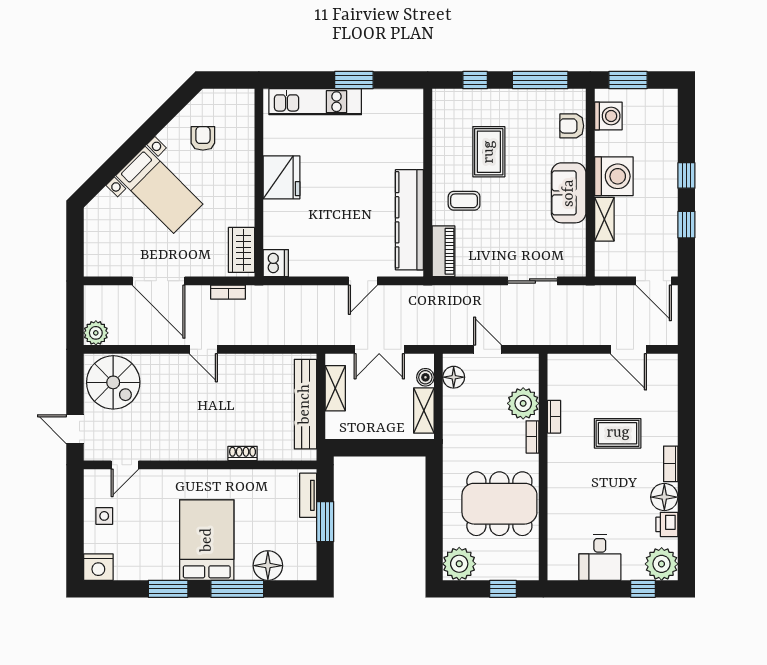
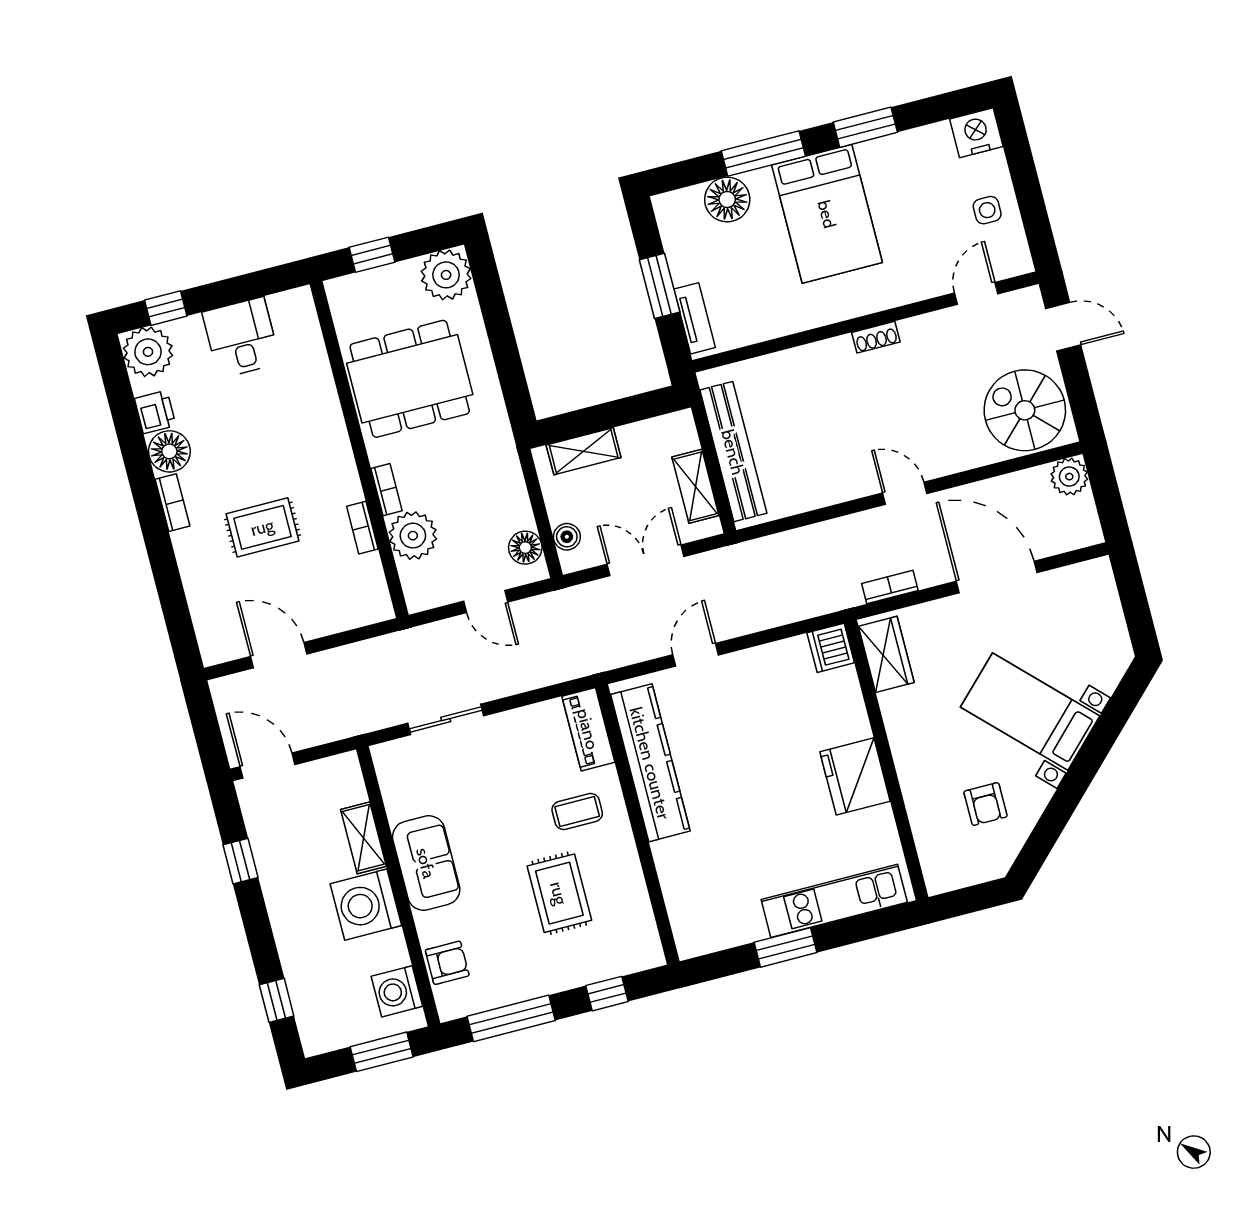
window: (686, 175) -> (277, 1000), moved
shelving: (424, 411) -> (584, 451), moved, turned 90
shoe rack: (243, 453) -> (876, 337), moved

